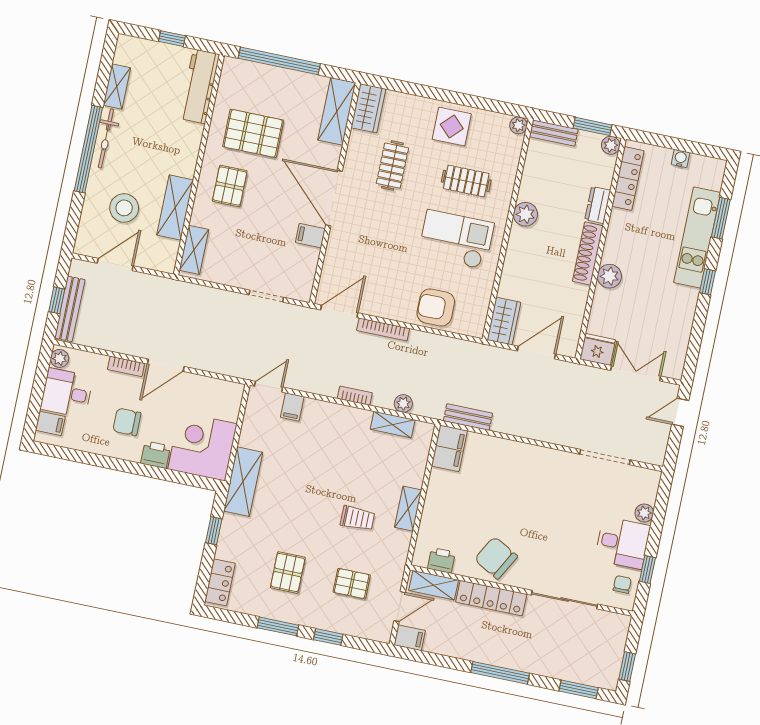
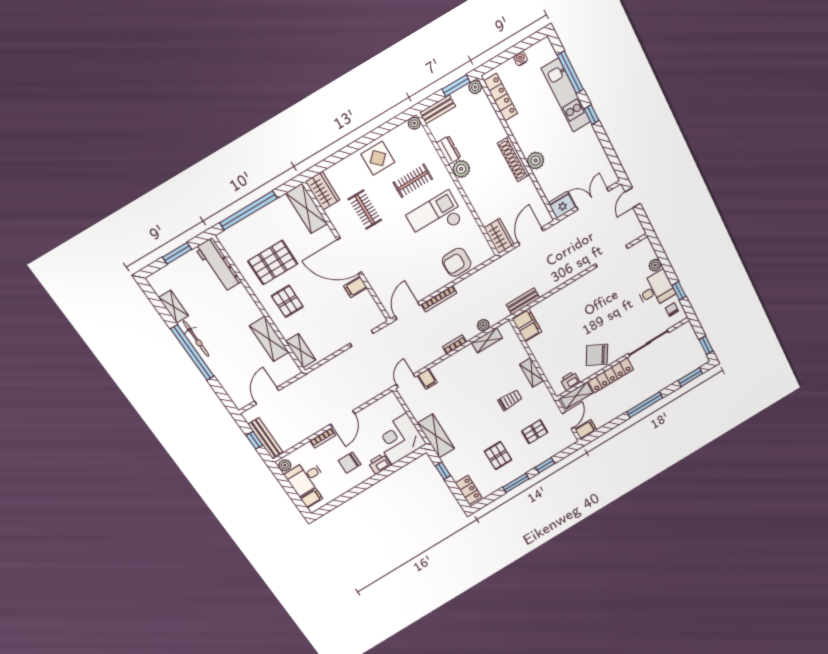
window: (172, 39) -> (177, 253), width x1.50
dresser: (598, 205) -> (449, 150), moved, turned 180
stool: (124, 208) -> (242, 364), removed
window: (721, 218) -> (571, 72), width x1.44

